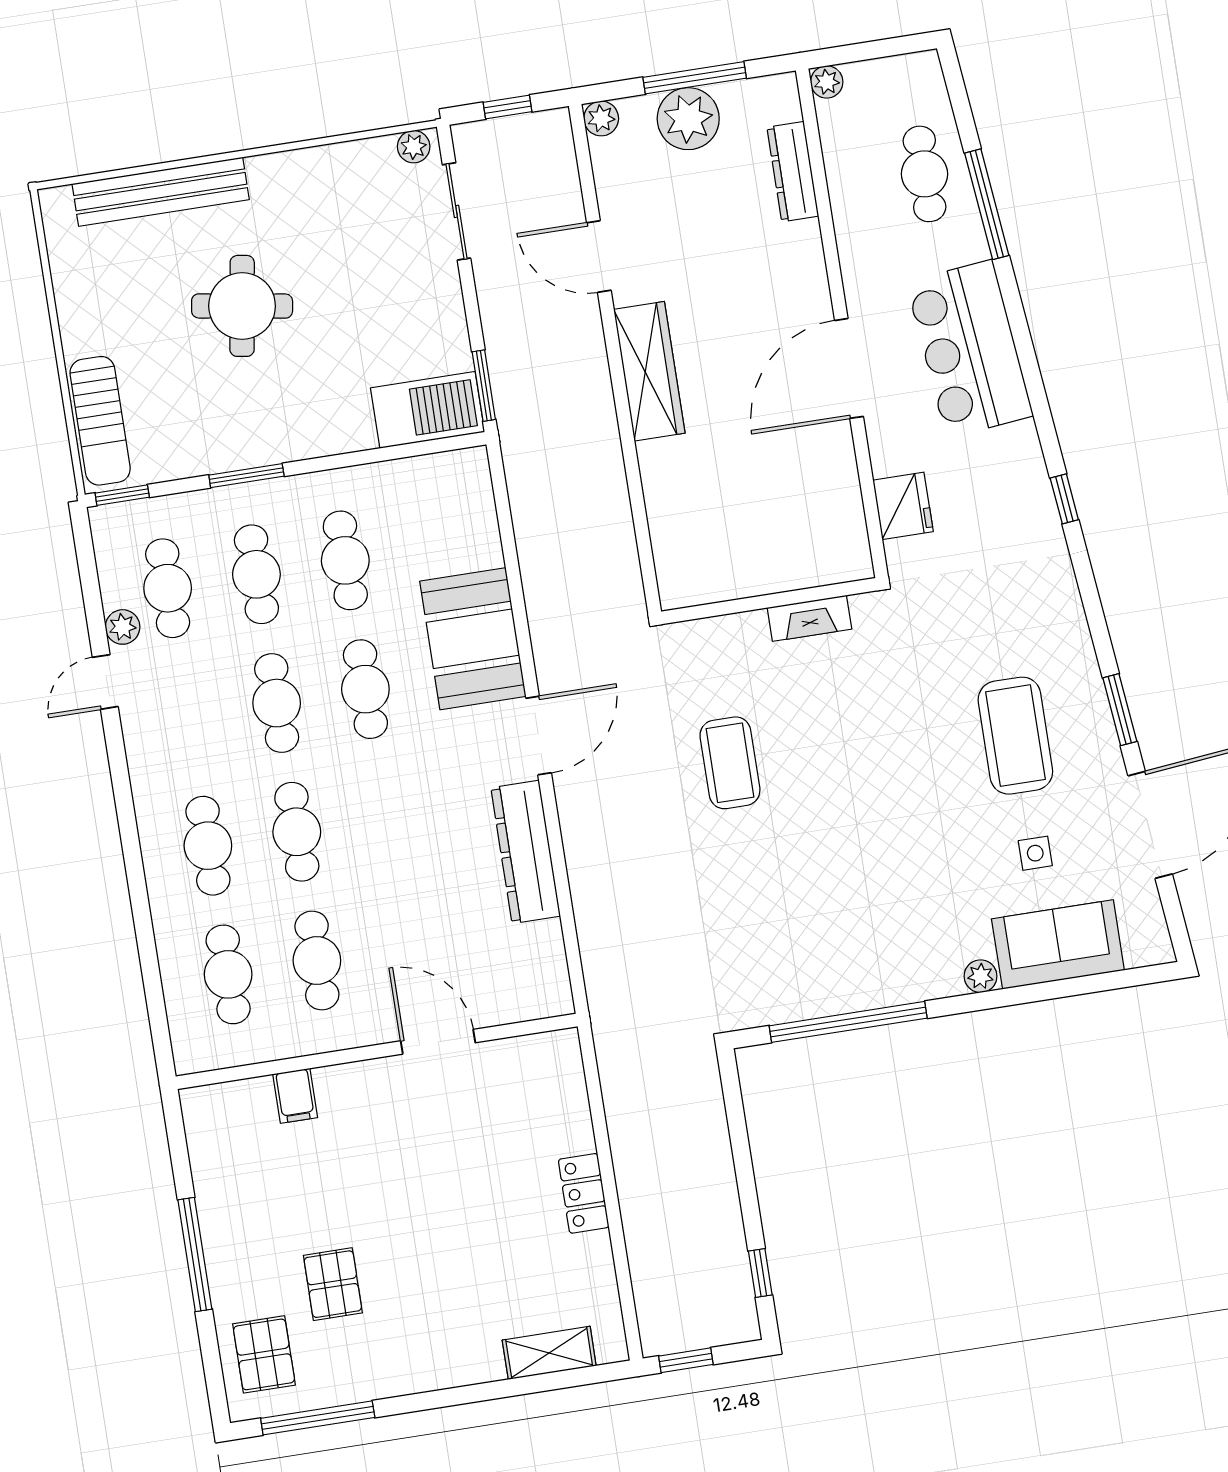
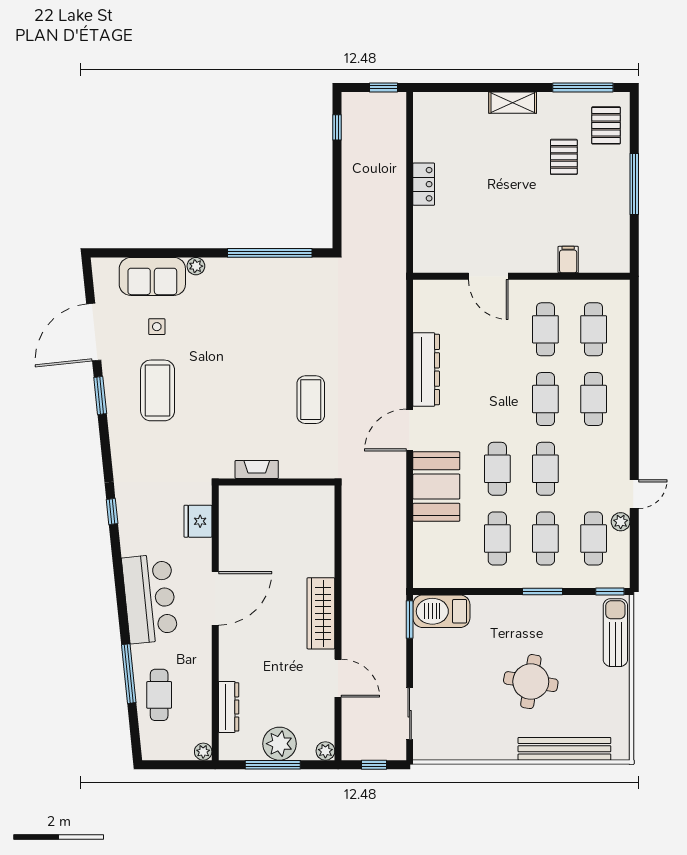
plant: (414, 147) -> (427, 752), removed
shelving: (549, 1353) -> (513, 103), moved

